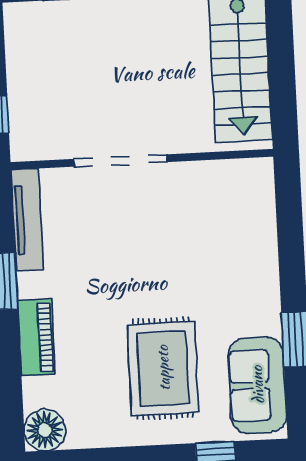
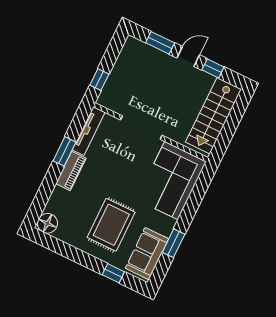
corner sofa: (229, 227) -> (171, 181), added
piano: (36, 338) -> (71, 171), moved

